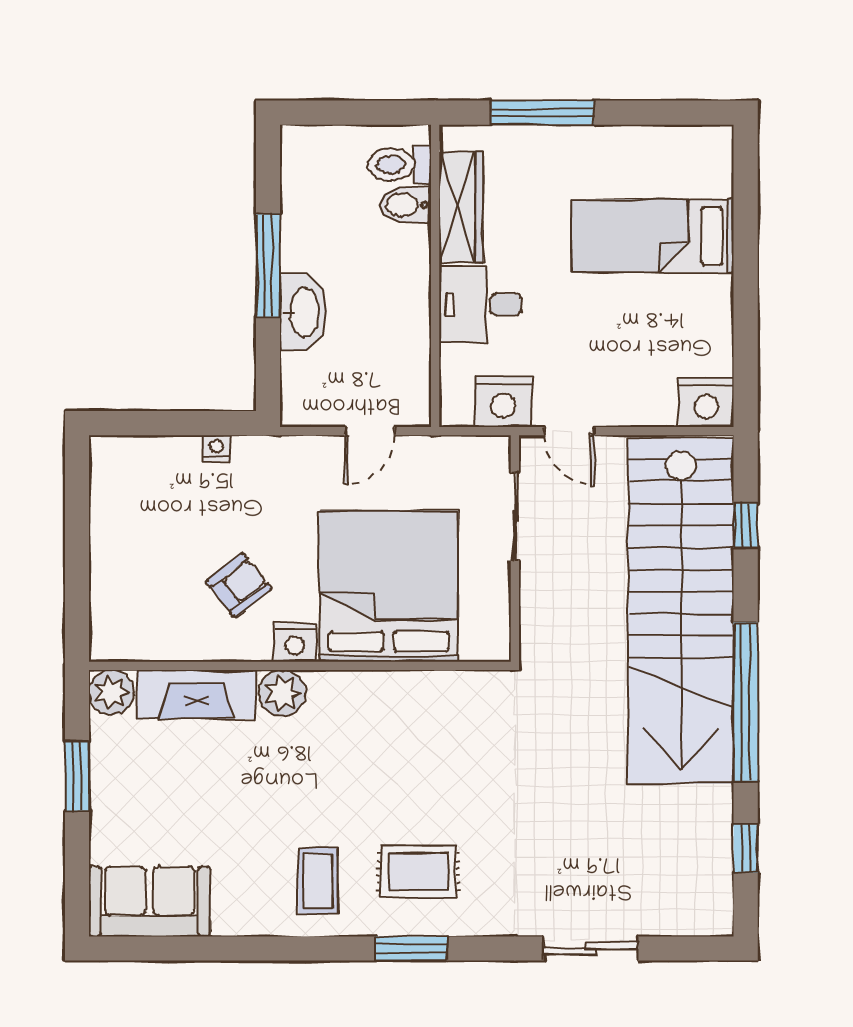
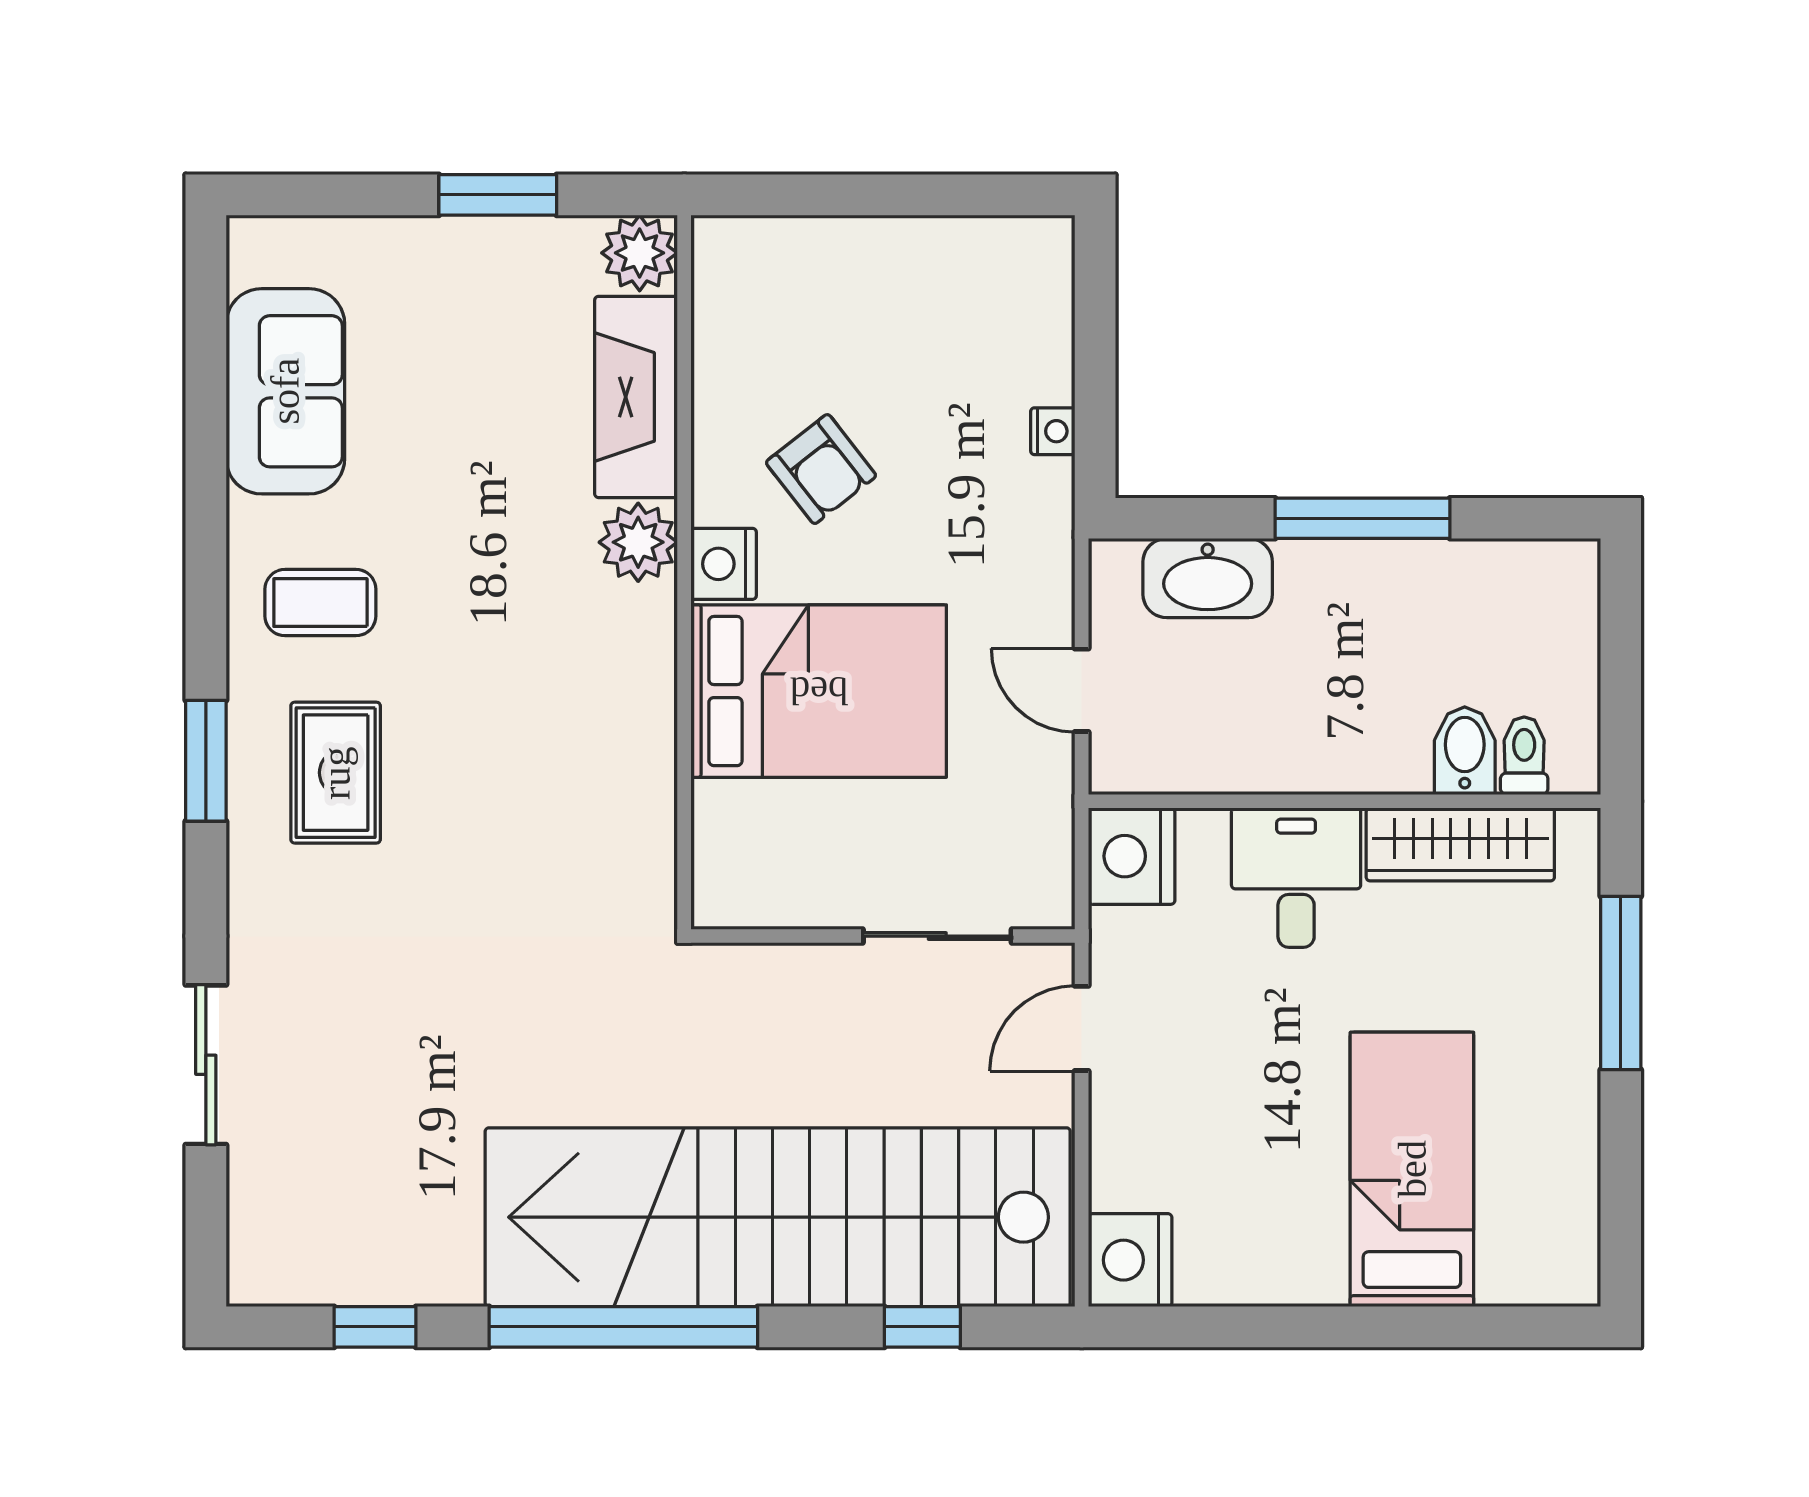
toilet: (399, 164) -> (1524, 756), width x0.73, depth x0.72
washbasin: (303, 312) -> (1208, 578), moved
nightstand: (503, 402) -> (1132, 856), moved
bed: (389, 586) -> (819, 691), width x0.73
sofa: (150, 902) -> (285, 391), moved

